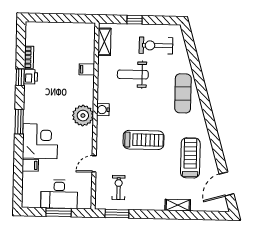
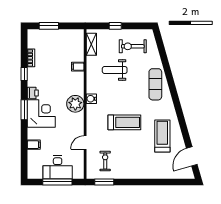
window: (52, 18) -> (49, 26), added
printer: (31, 77) -> (33, 93), moved
corner desk: (40, 141) -> (41, 114), moved
shelving: (178, 205) -> (153, 174), removed
window: (59, 212) -> (57, 182), width x1.44

